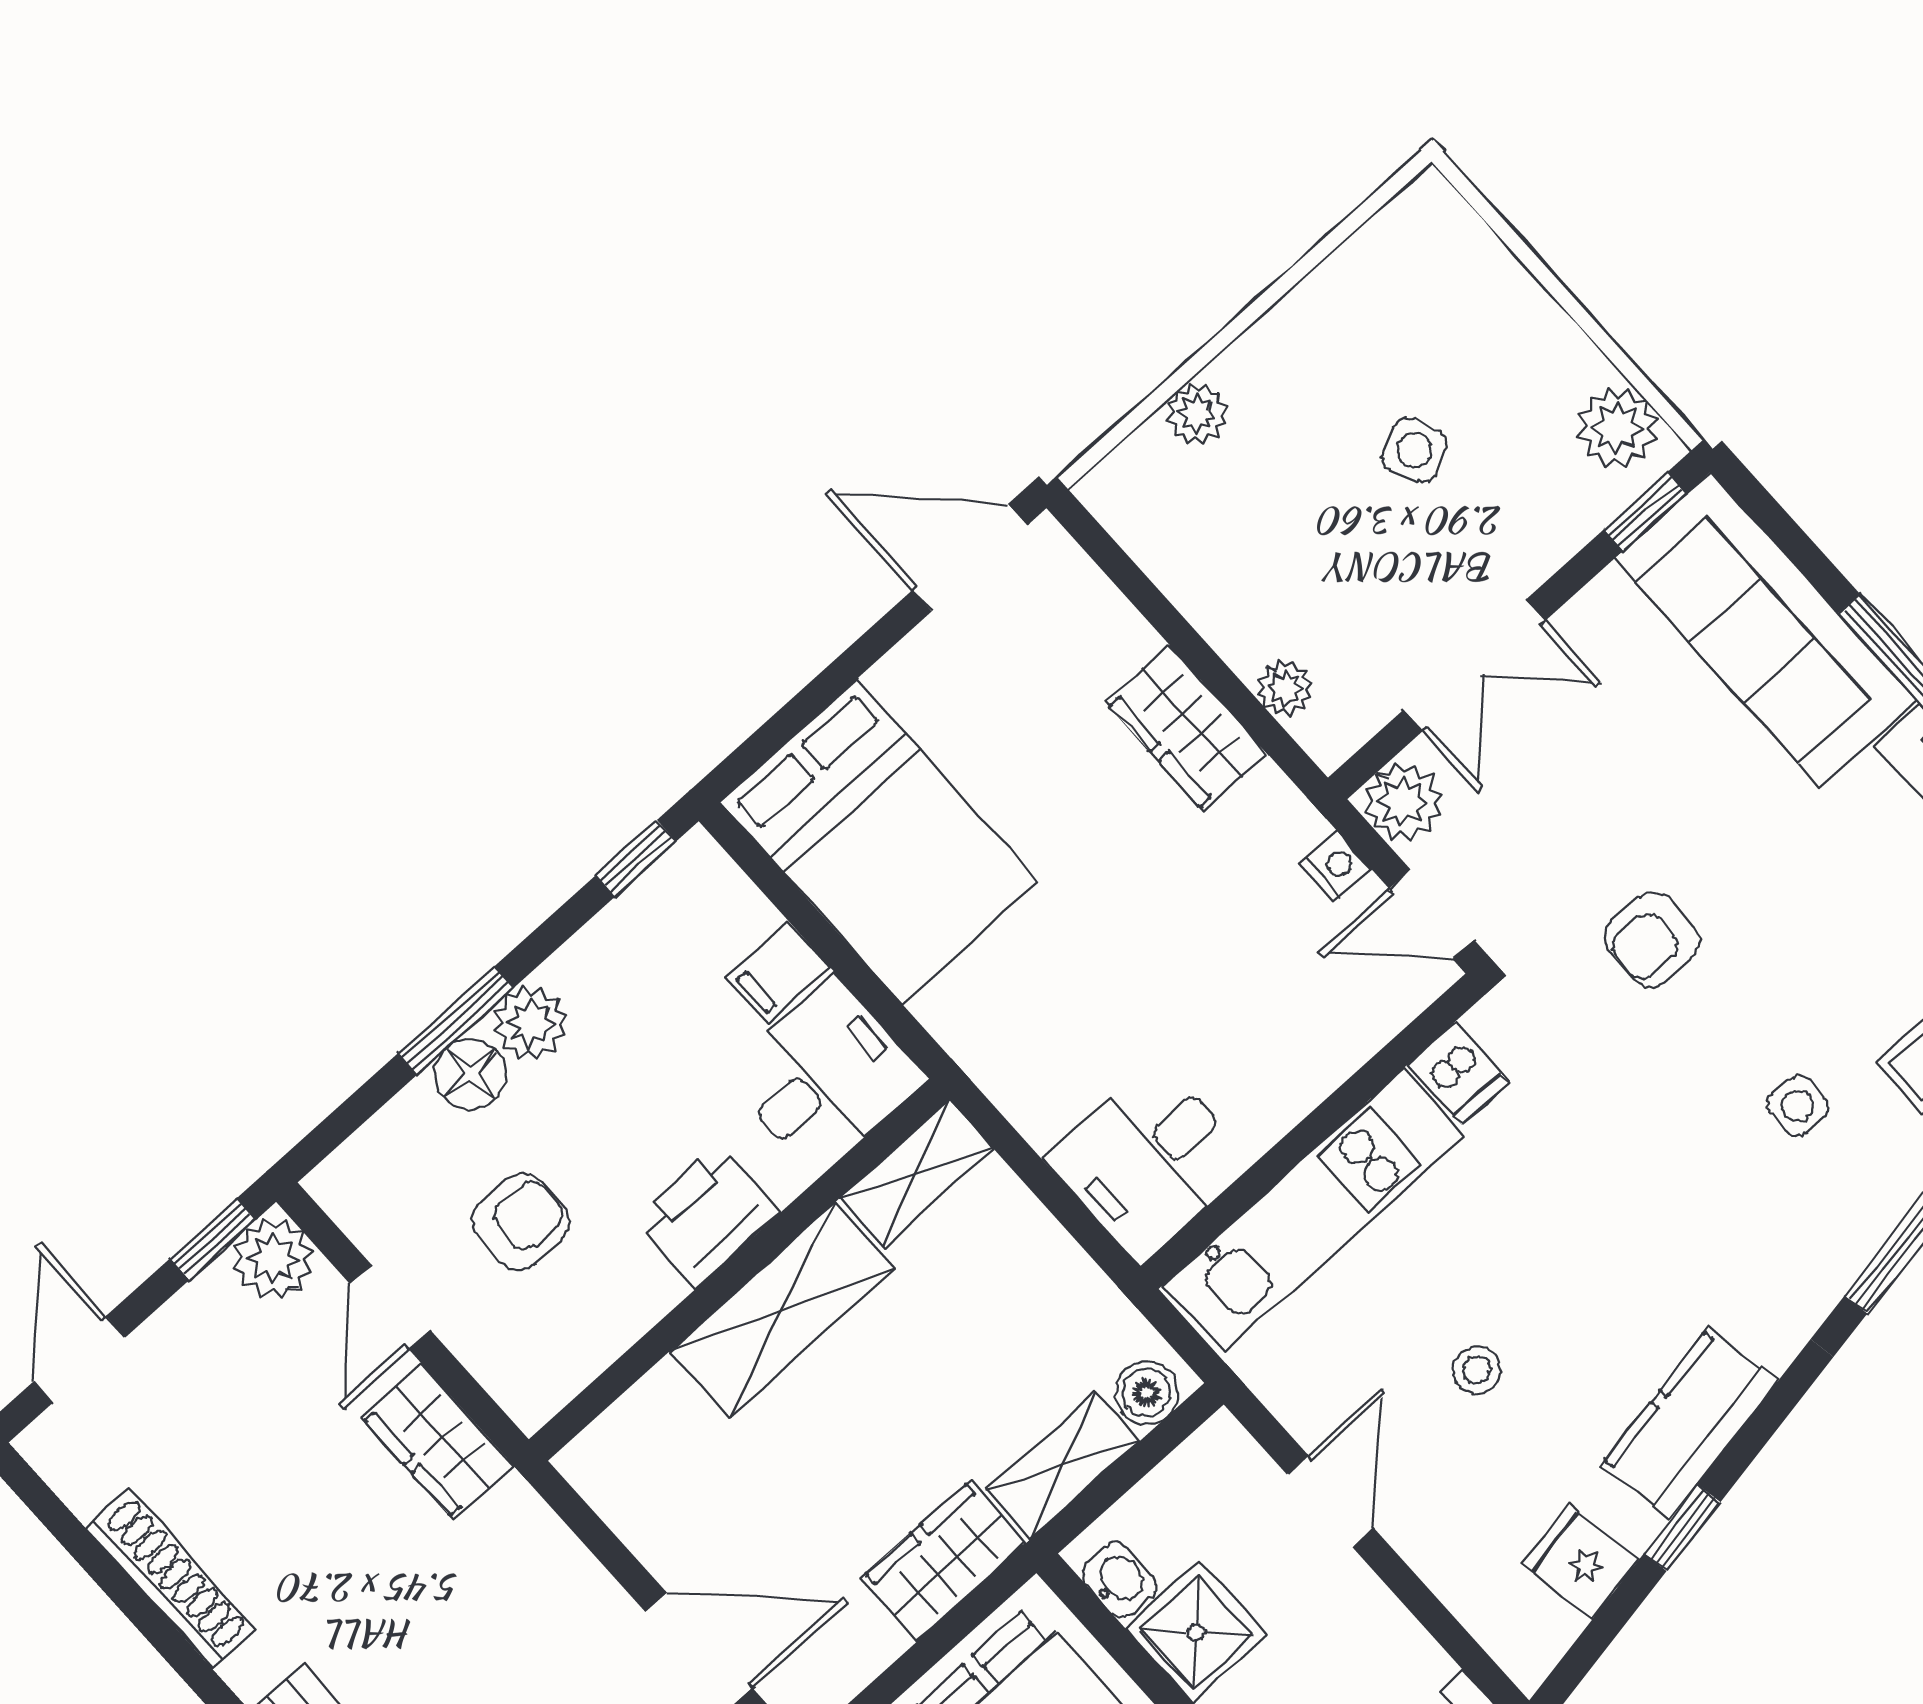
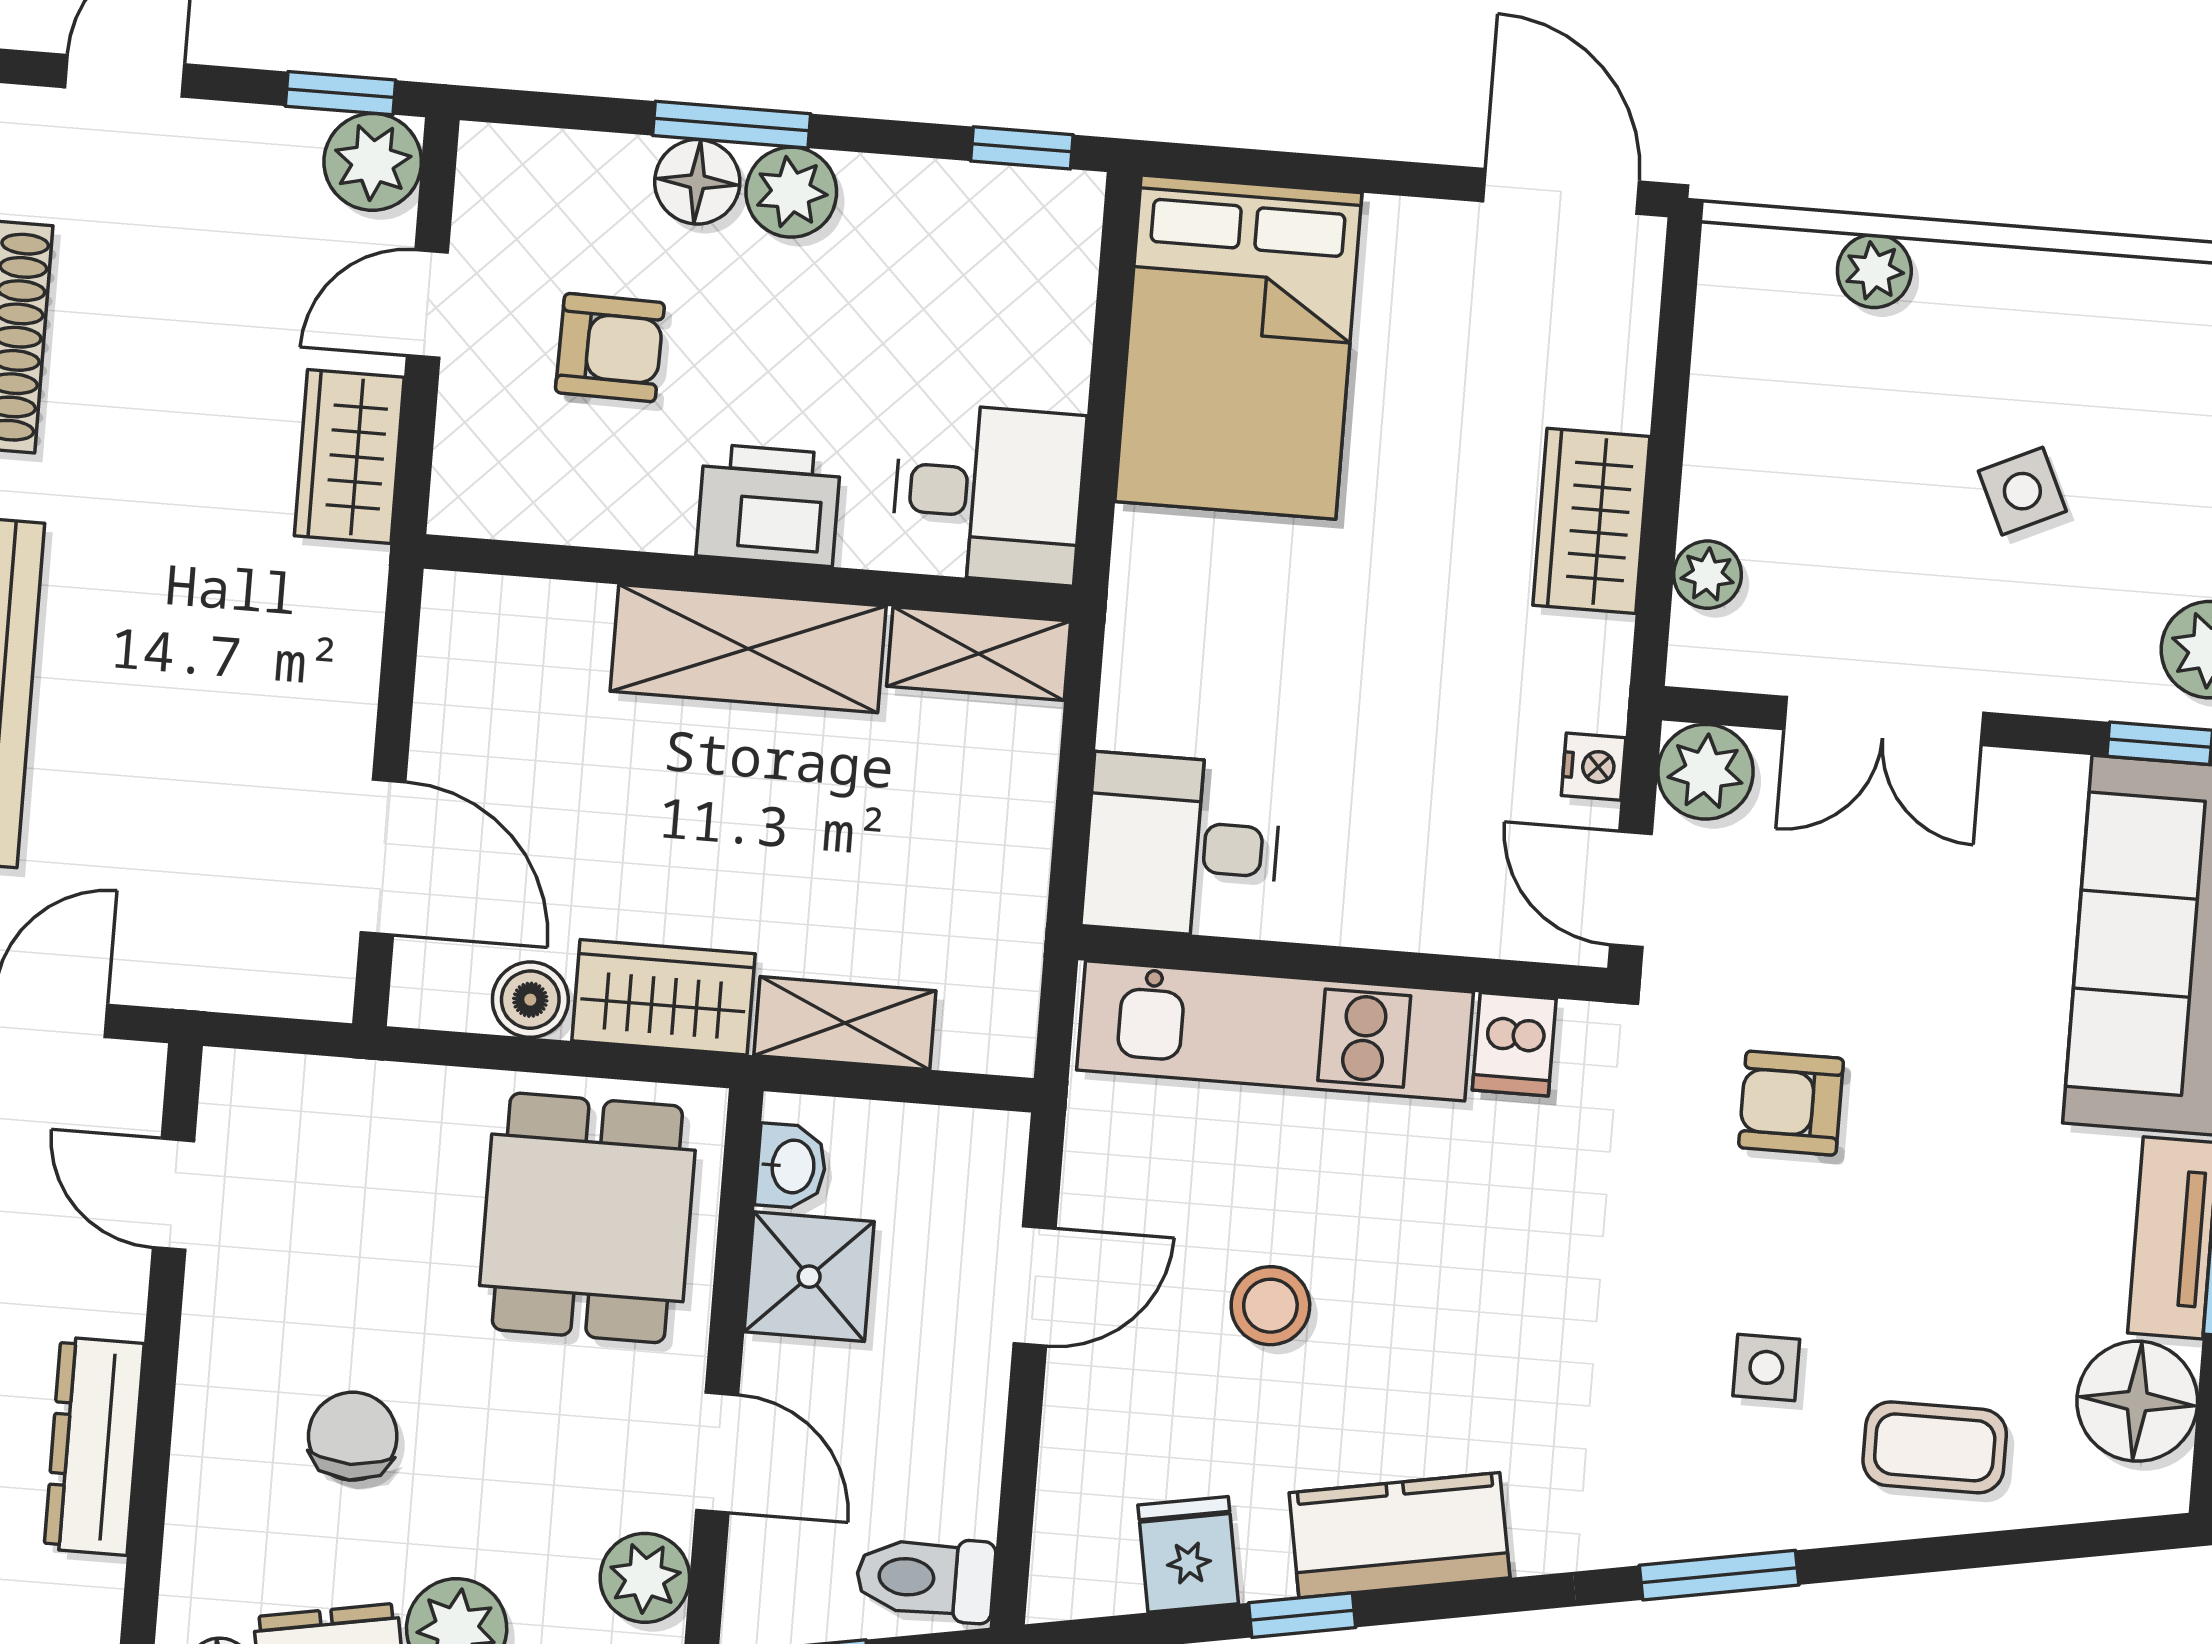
filing cabinet: (778, 973) -> (1040, 367), removed
stool: (1477, 1370) -> (1270, 1306), width x1.37, depth x1.37
boiler: (1146, 1393) -> (530, 1000), moved

